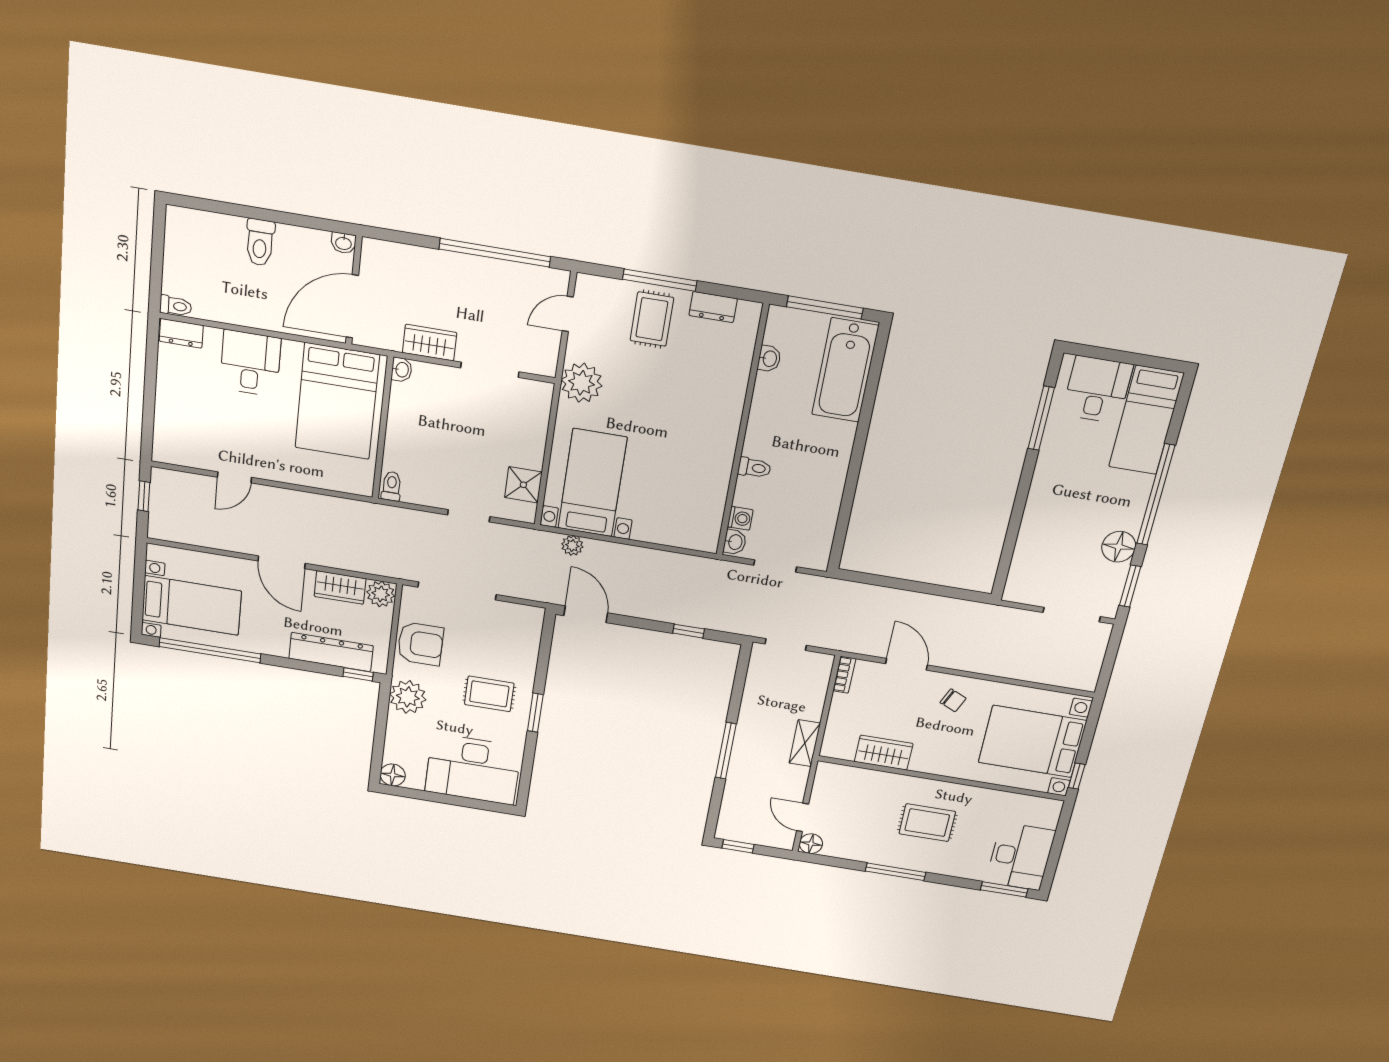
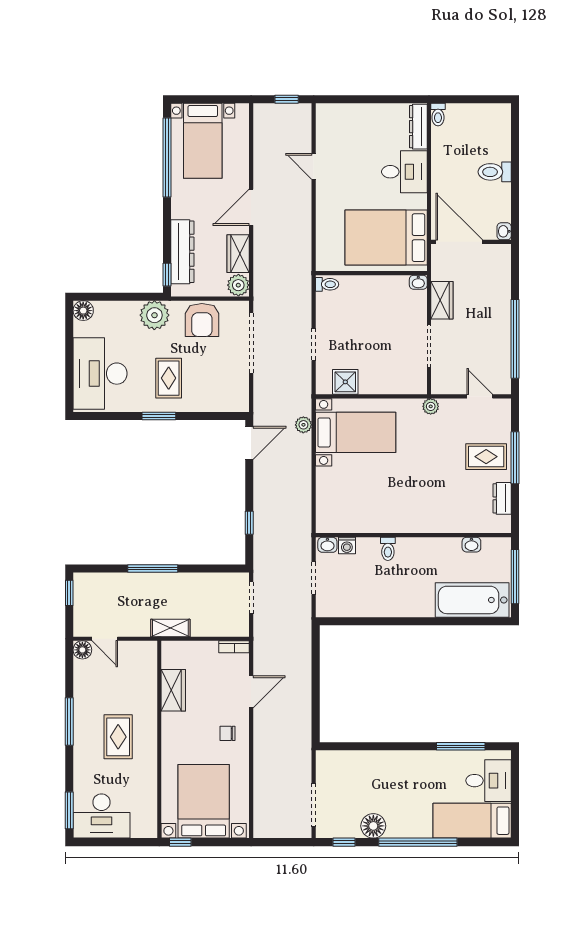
dresser: (181, 333) -> (418, 127), width x1.44
plant: (581, 383) -> (431, 406), width x0.53, depth x0.53
window: (1130, 586) -> (344, 842), width x0.67
chair: (953, 700) -> (227, 733), turned 66
door: (803, 817) -> (105, 639), swing flipped

